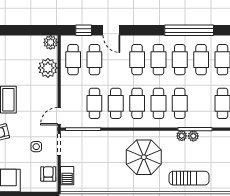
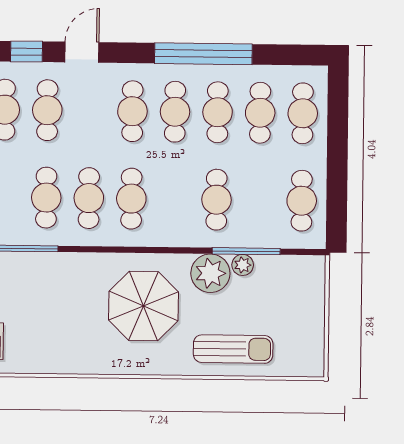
door: (111, 30) -> (82, 52), swing flipped
window: (189, 30) -> (203, 54), moved
cafe table: (158, 103) -> (174, 199), removed
plant: (182, 136) -> (210, 273), width x1.87, depth x1.87

